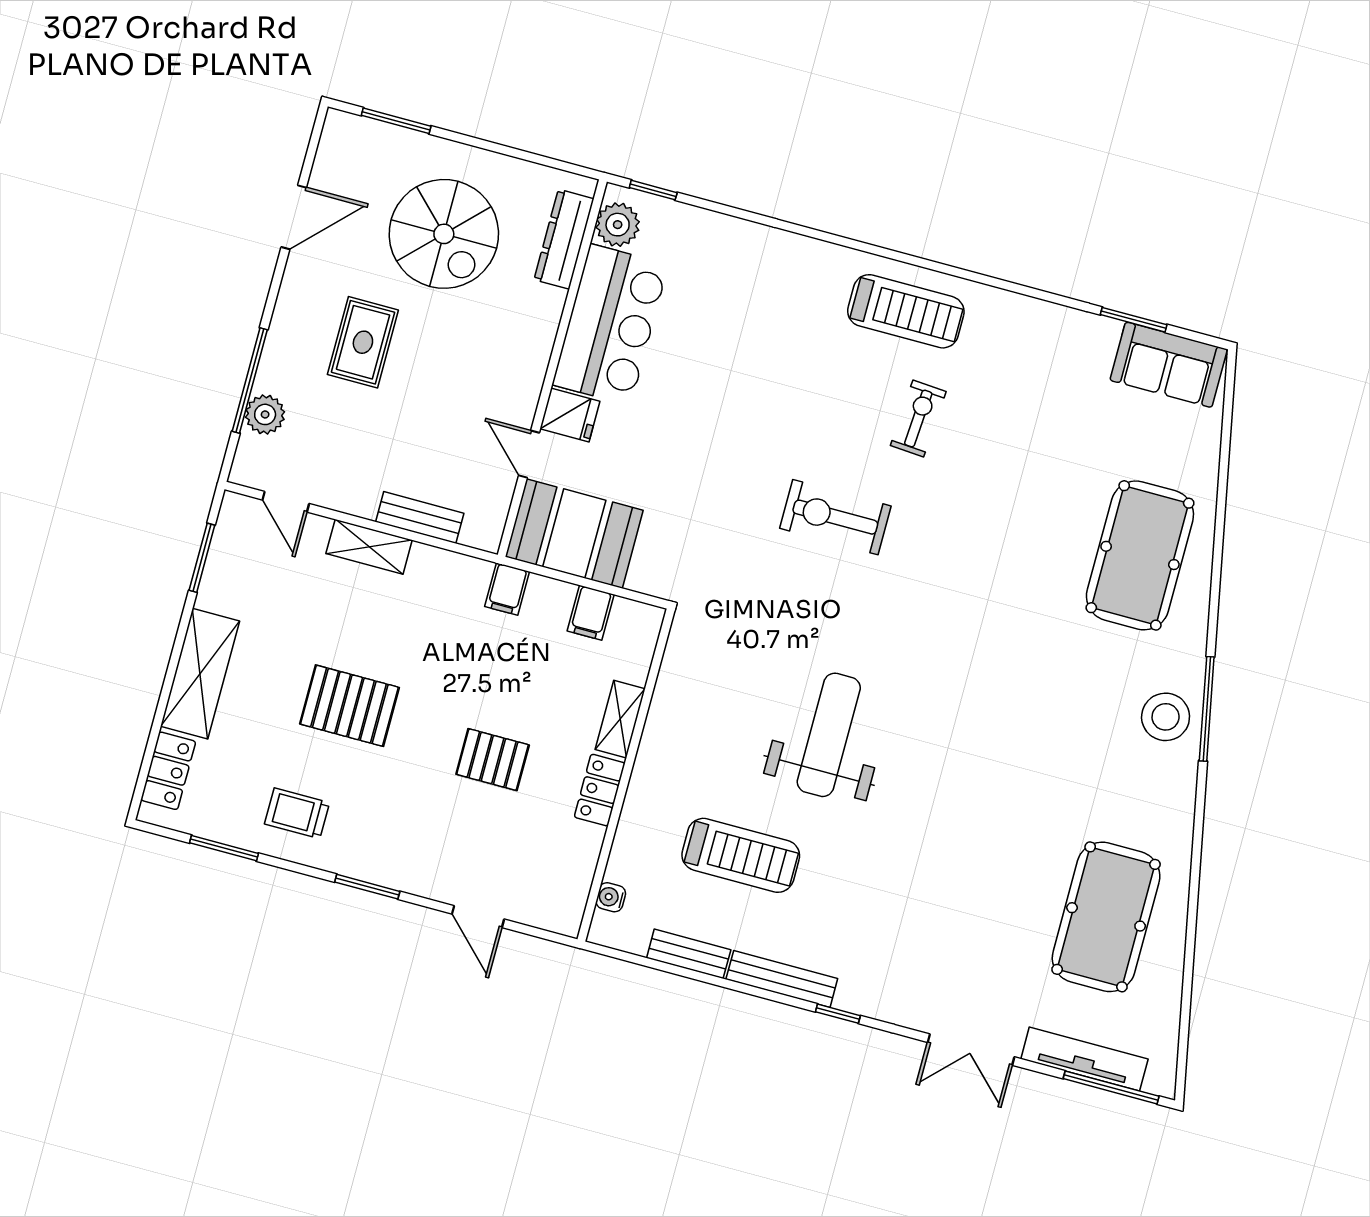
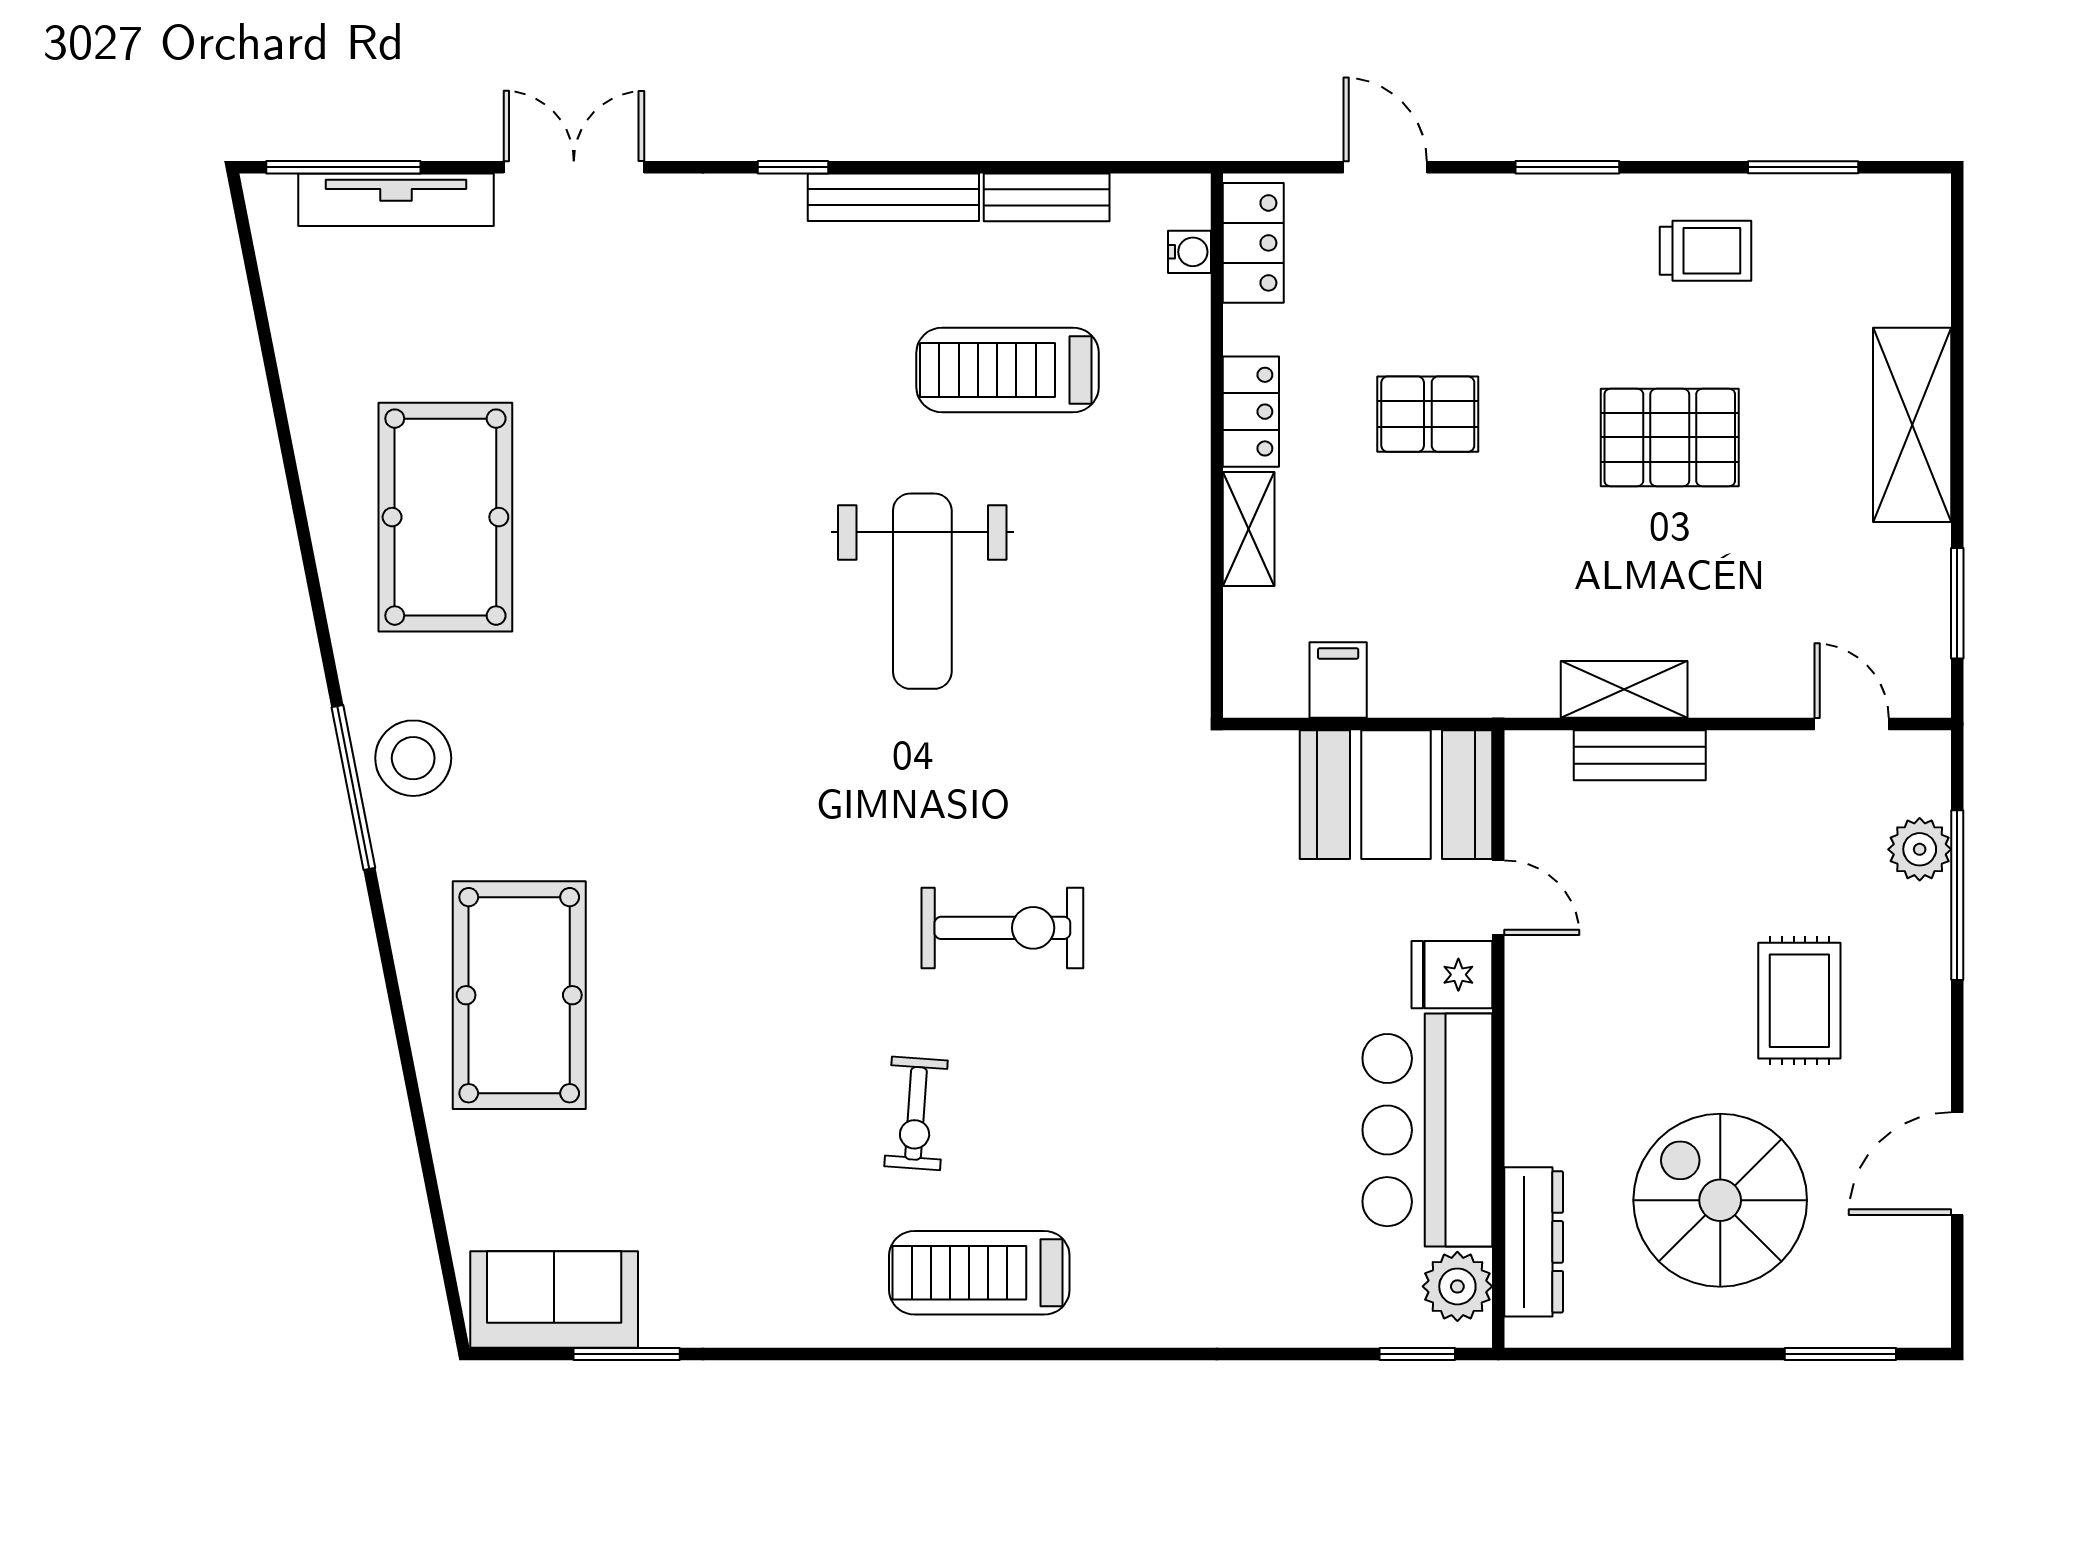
shelving: (369, 547) -> (1624, 689), moved
filing cabinet: (507, 589) -> (1476, 682), removed
locker: (168, 771) -> (1253, 243), moved, turned 180
pool table: (1106, 917) -> (445, 517), moved

